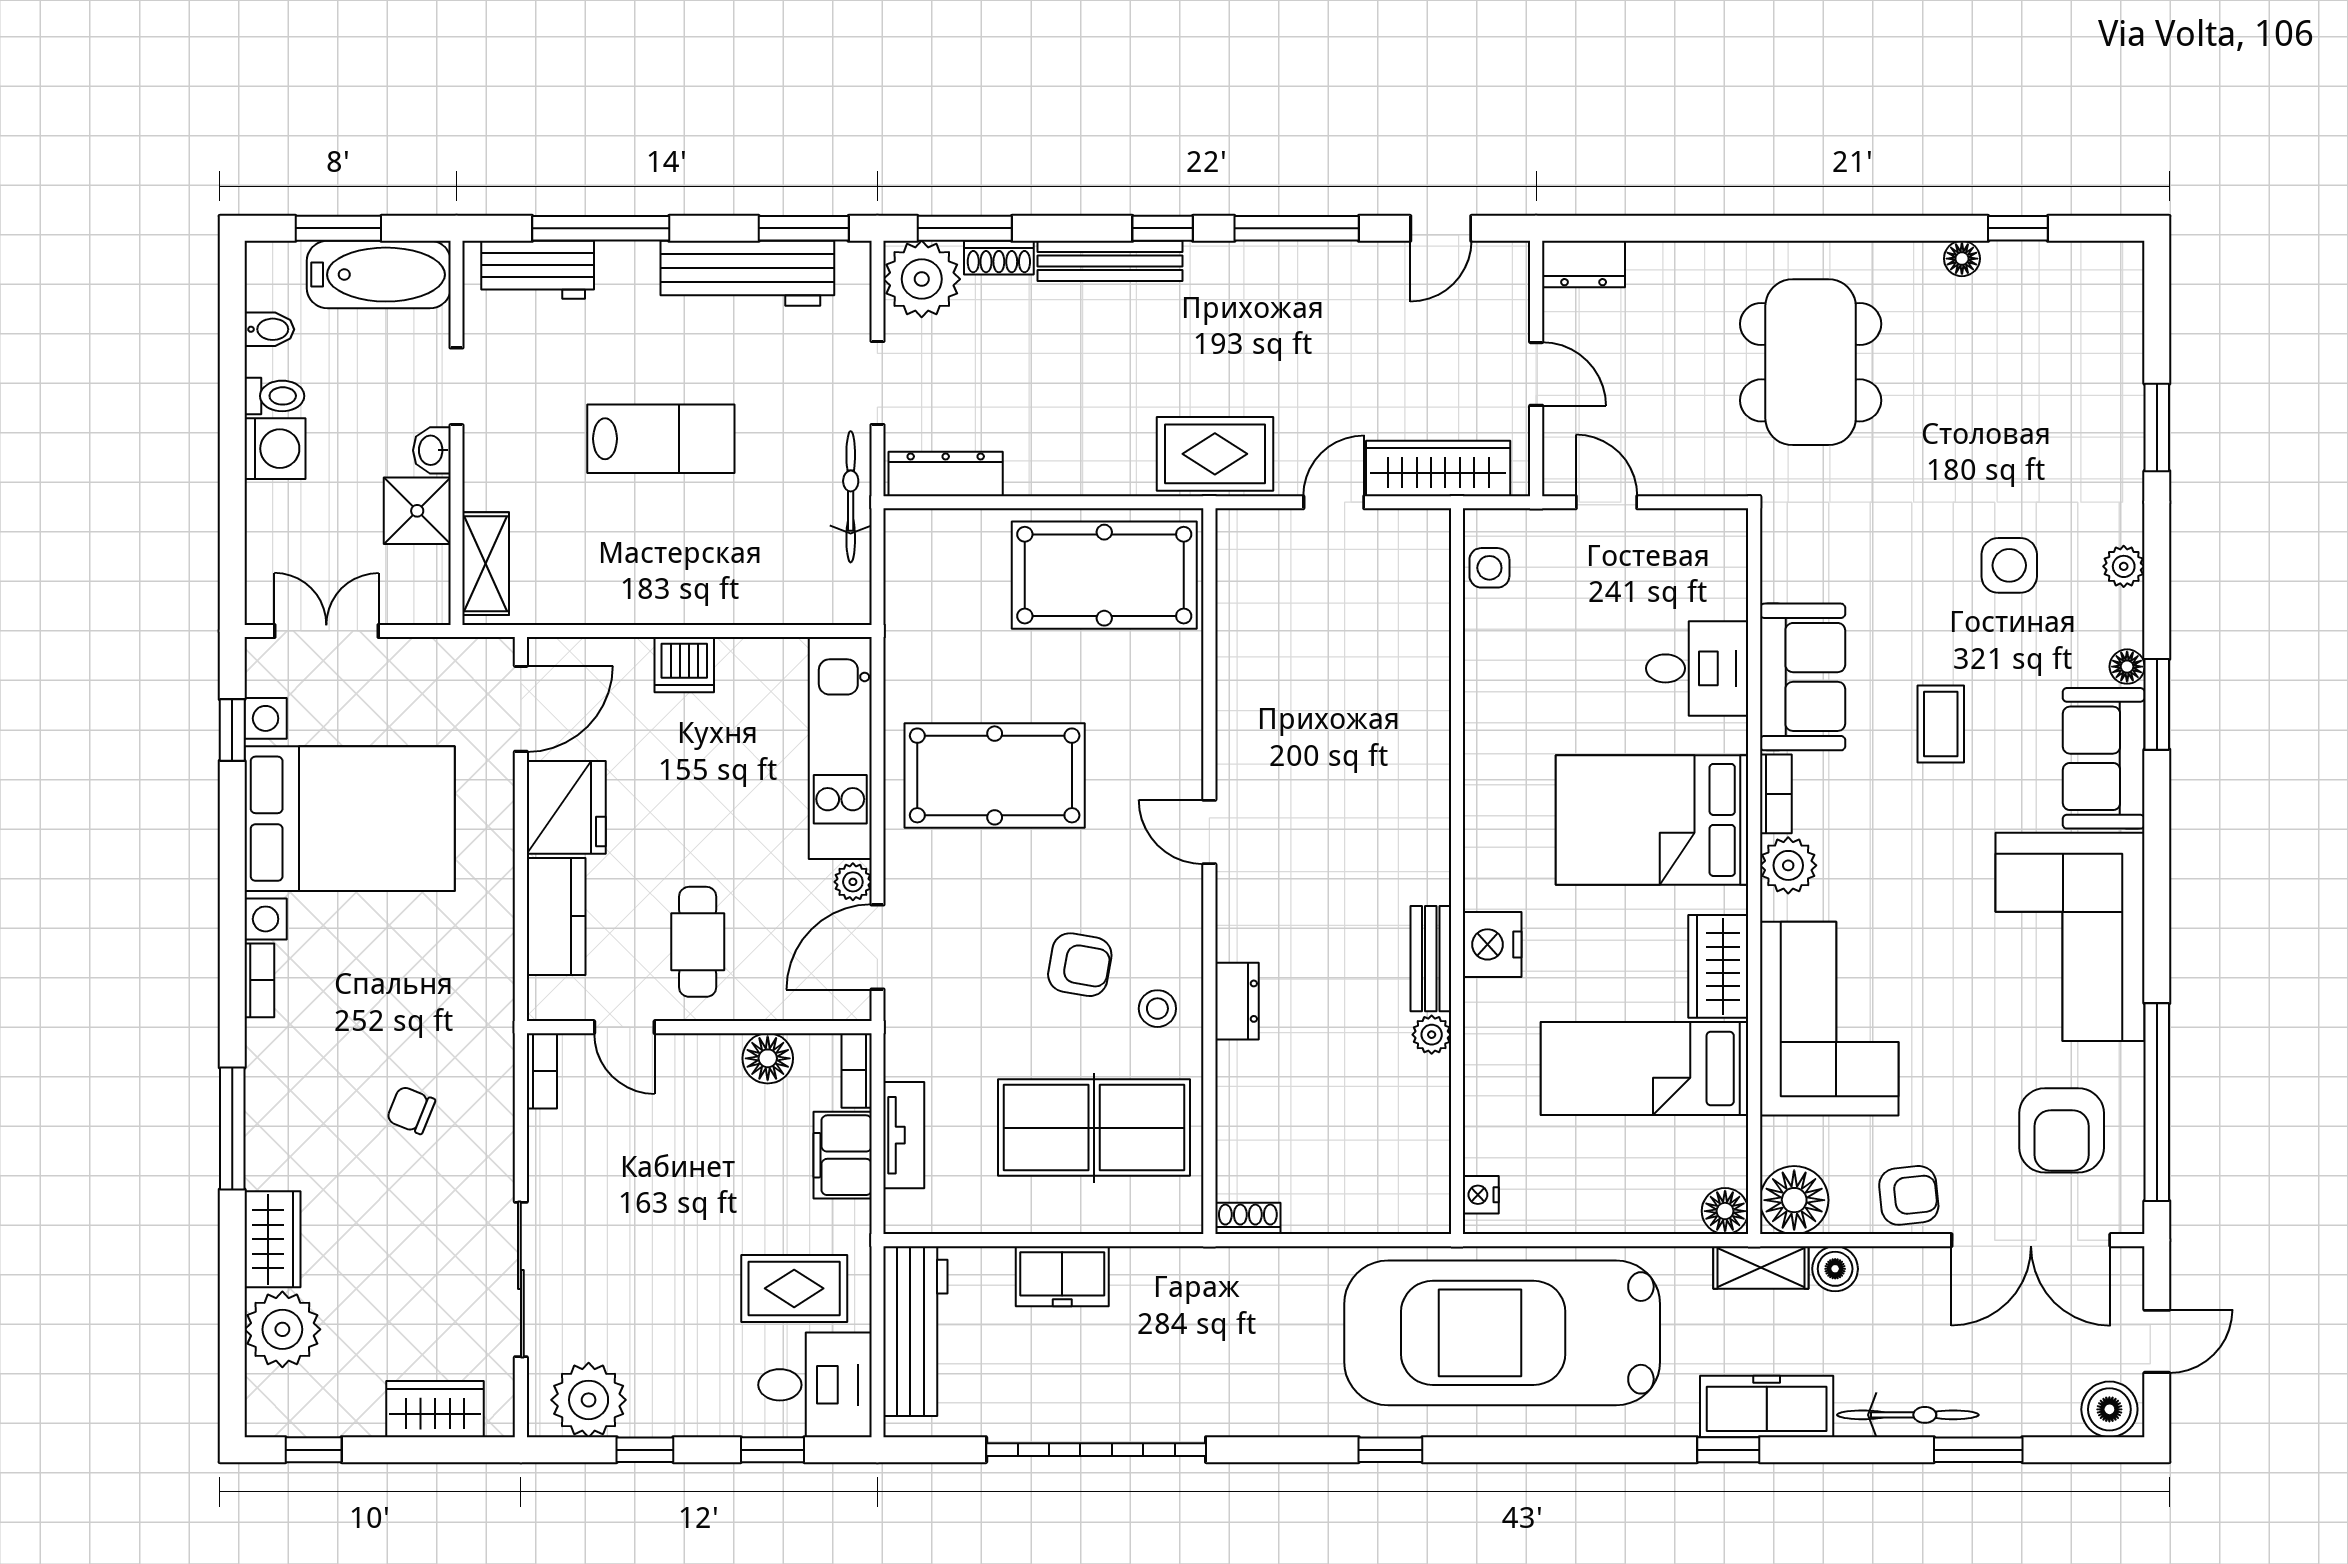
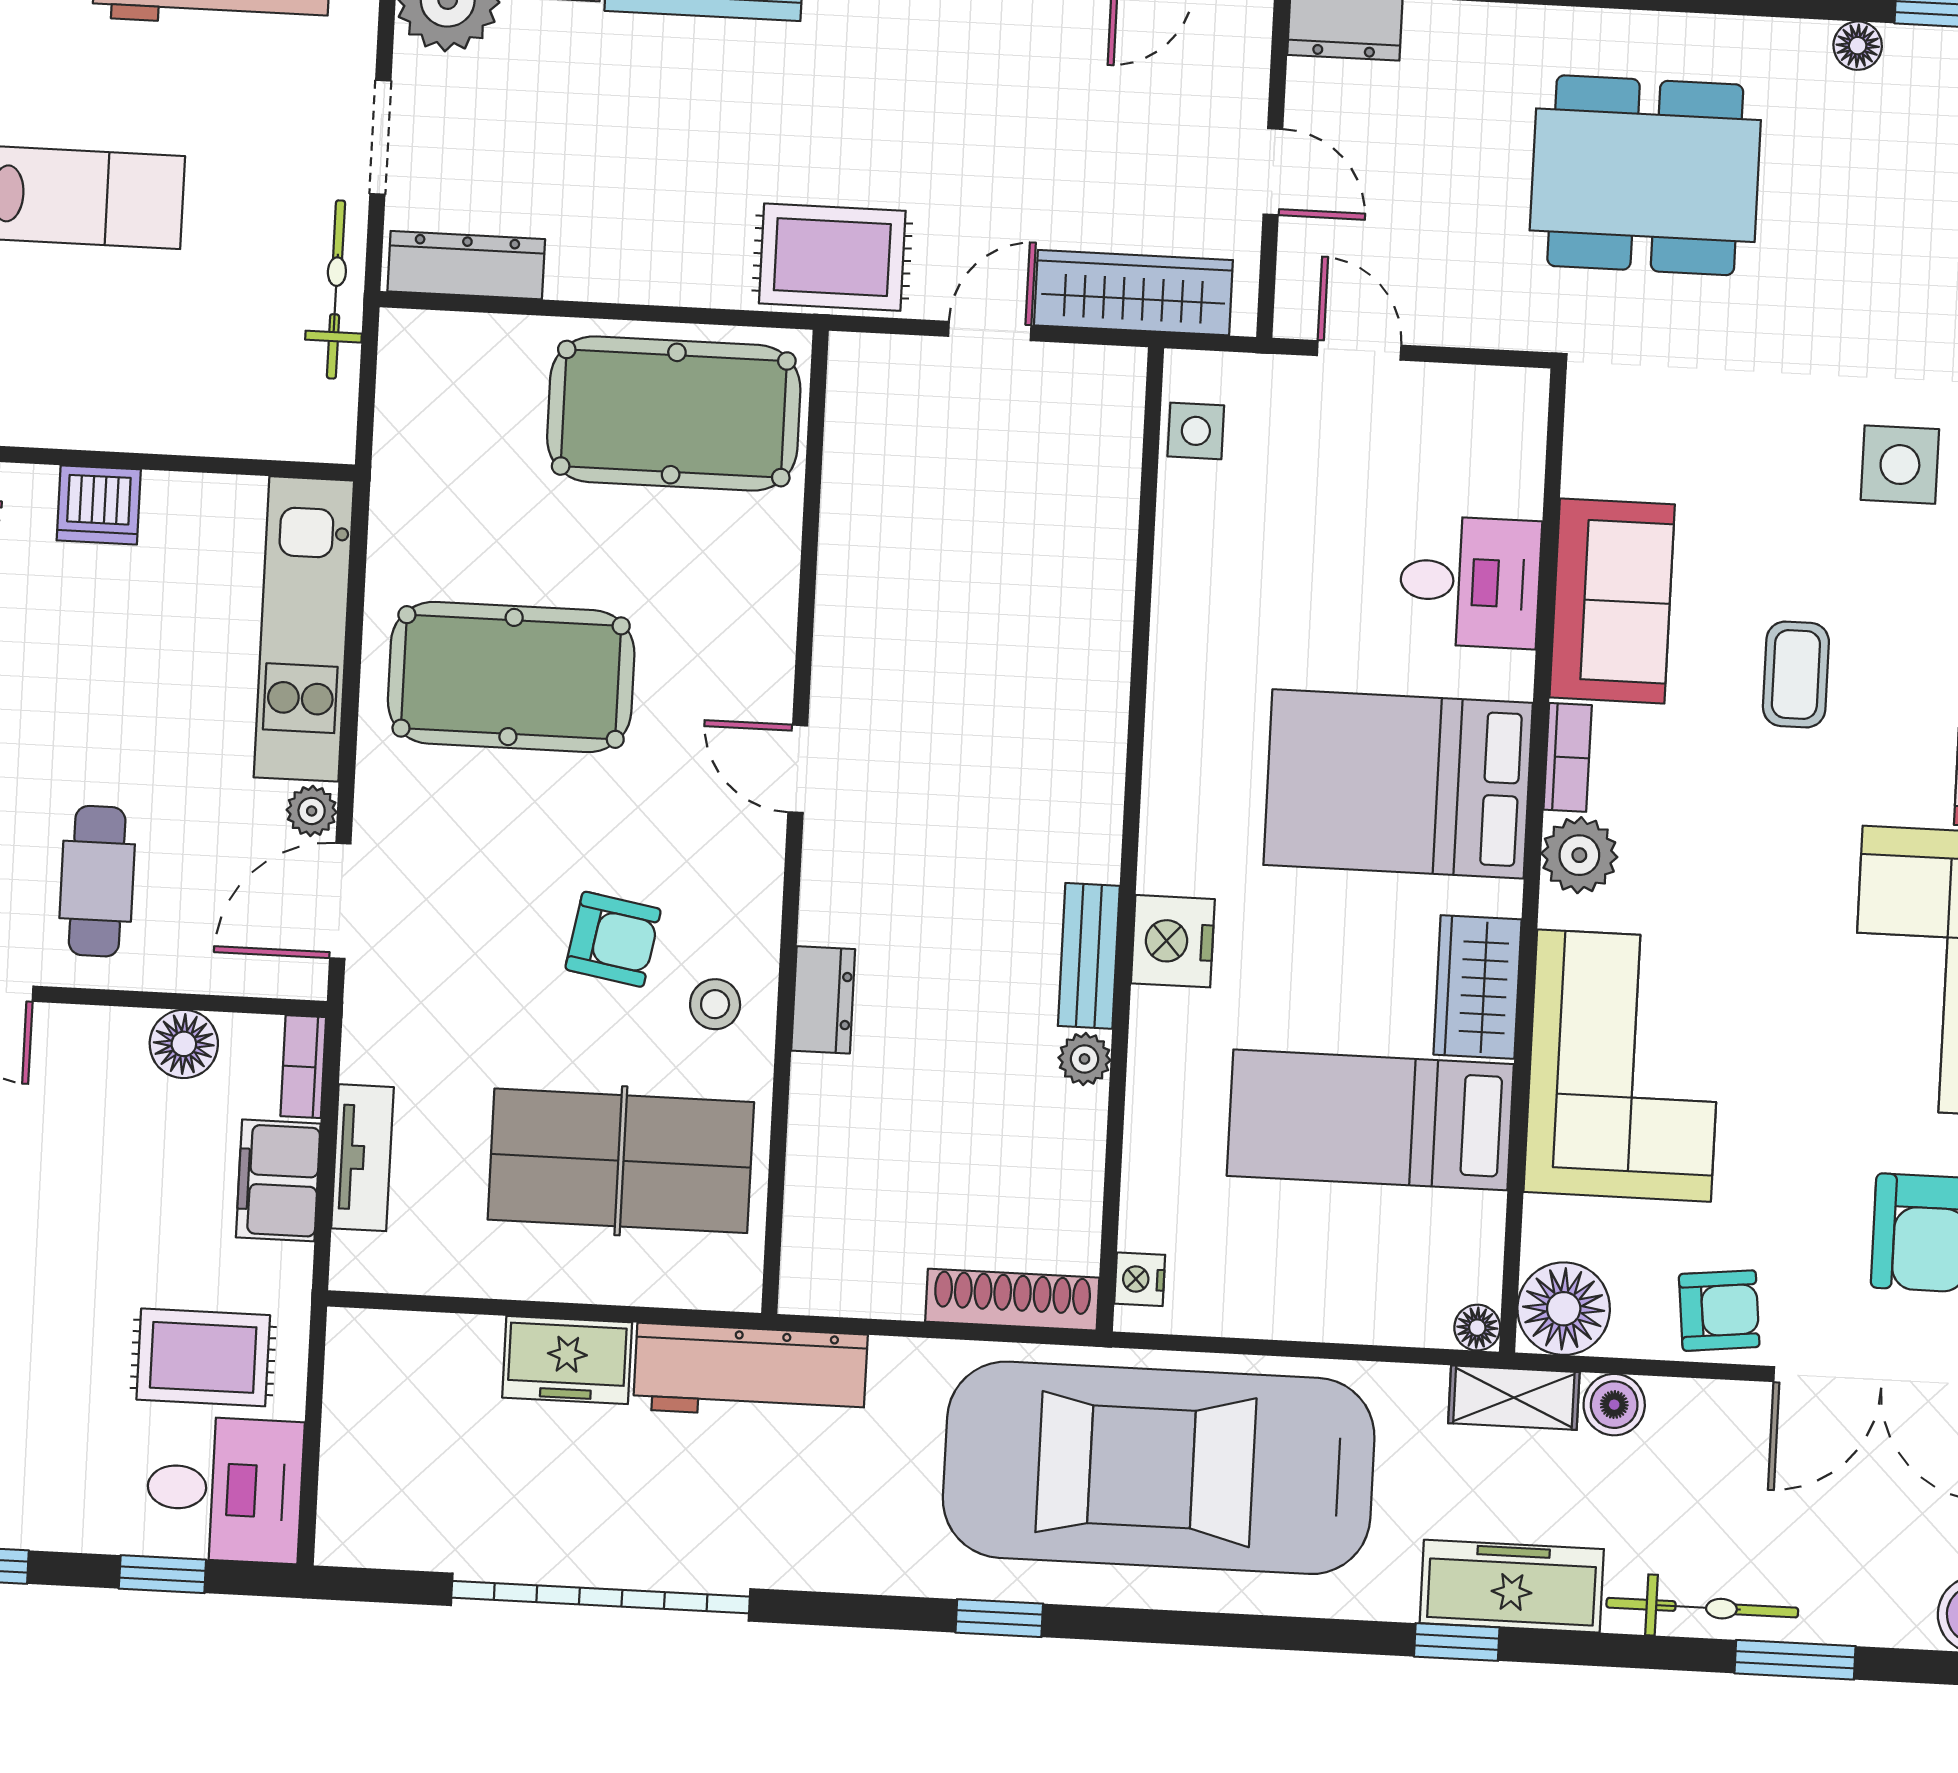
dining table: (1811, 362) -> (1645, 175), turned 90
floor lamp: (1725, 1211) -> (1477, 1328), width x0.73, depth x0.73
shoe rack: (1248, 1218) -> (1012, 1300), moved, width x1.94, depth x1.24
workbench: (915, 1331) -> (750, 1372), moved, turned 90

